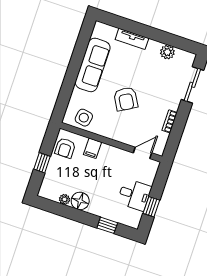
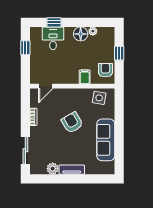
tv unit: (132, 39) -> (72, 170), moved
desk: (134, 195) -> (53, 38), moved, turned 90

